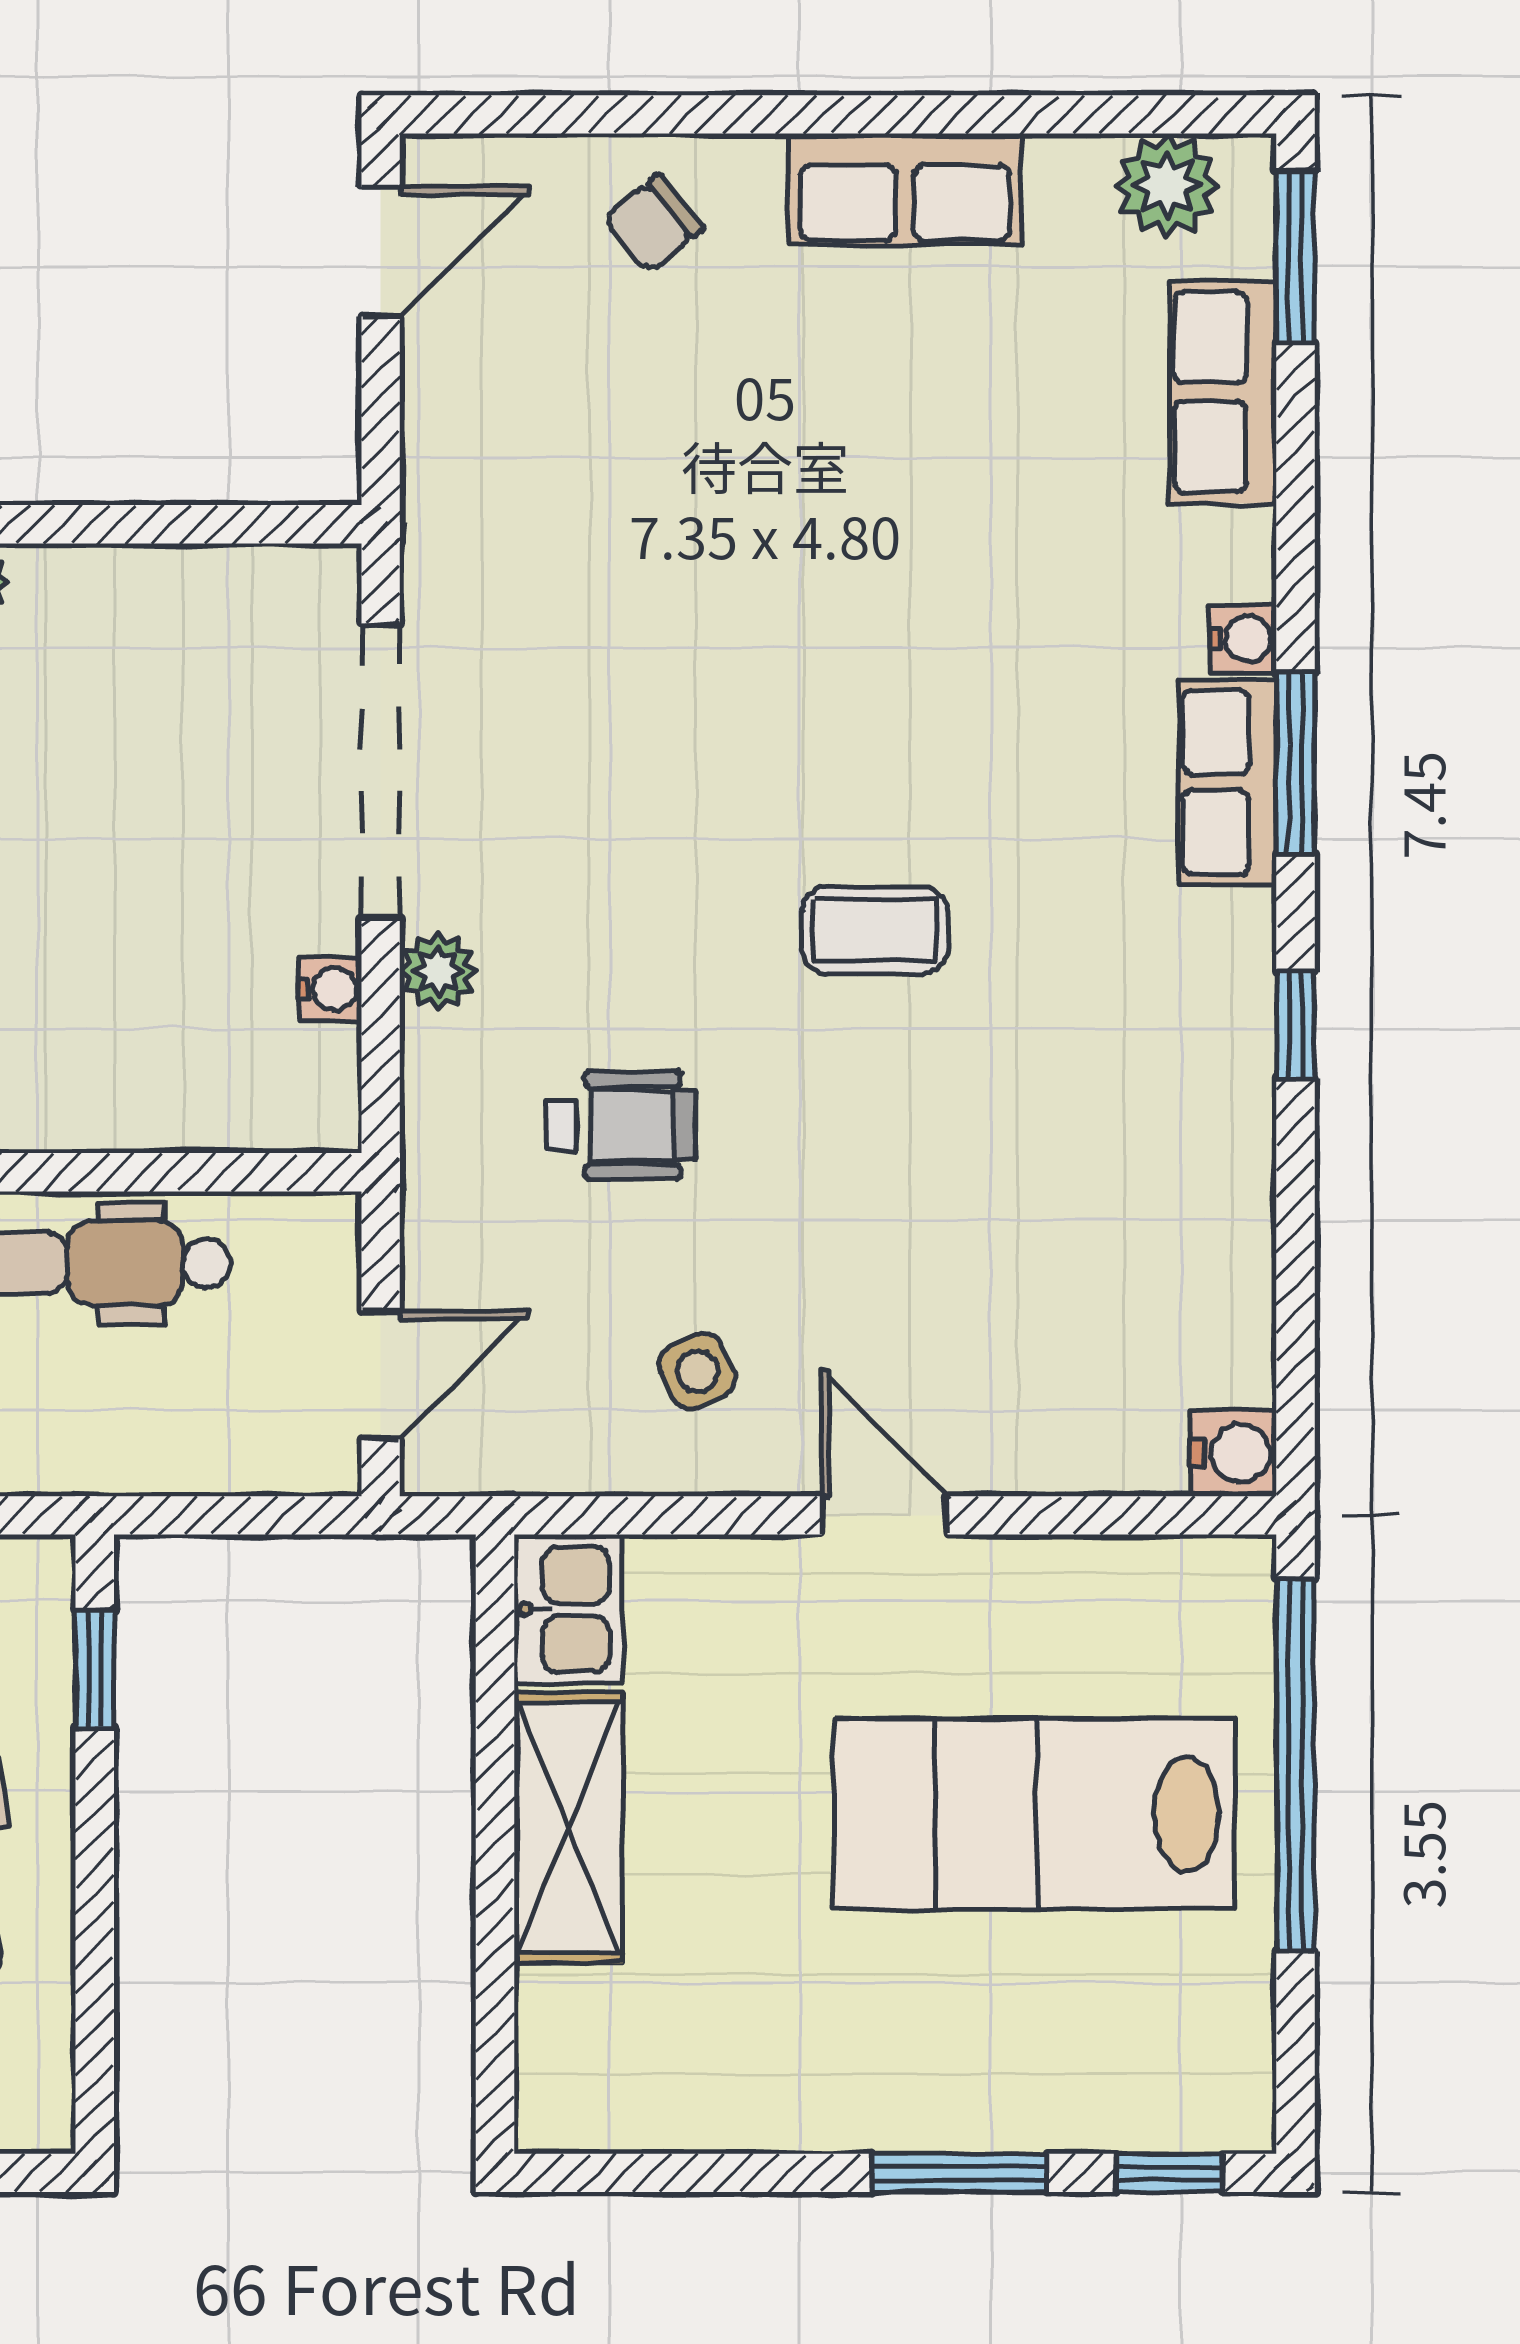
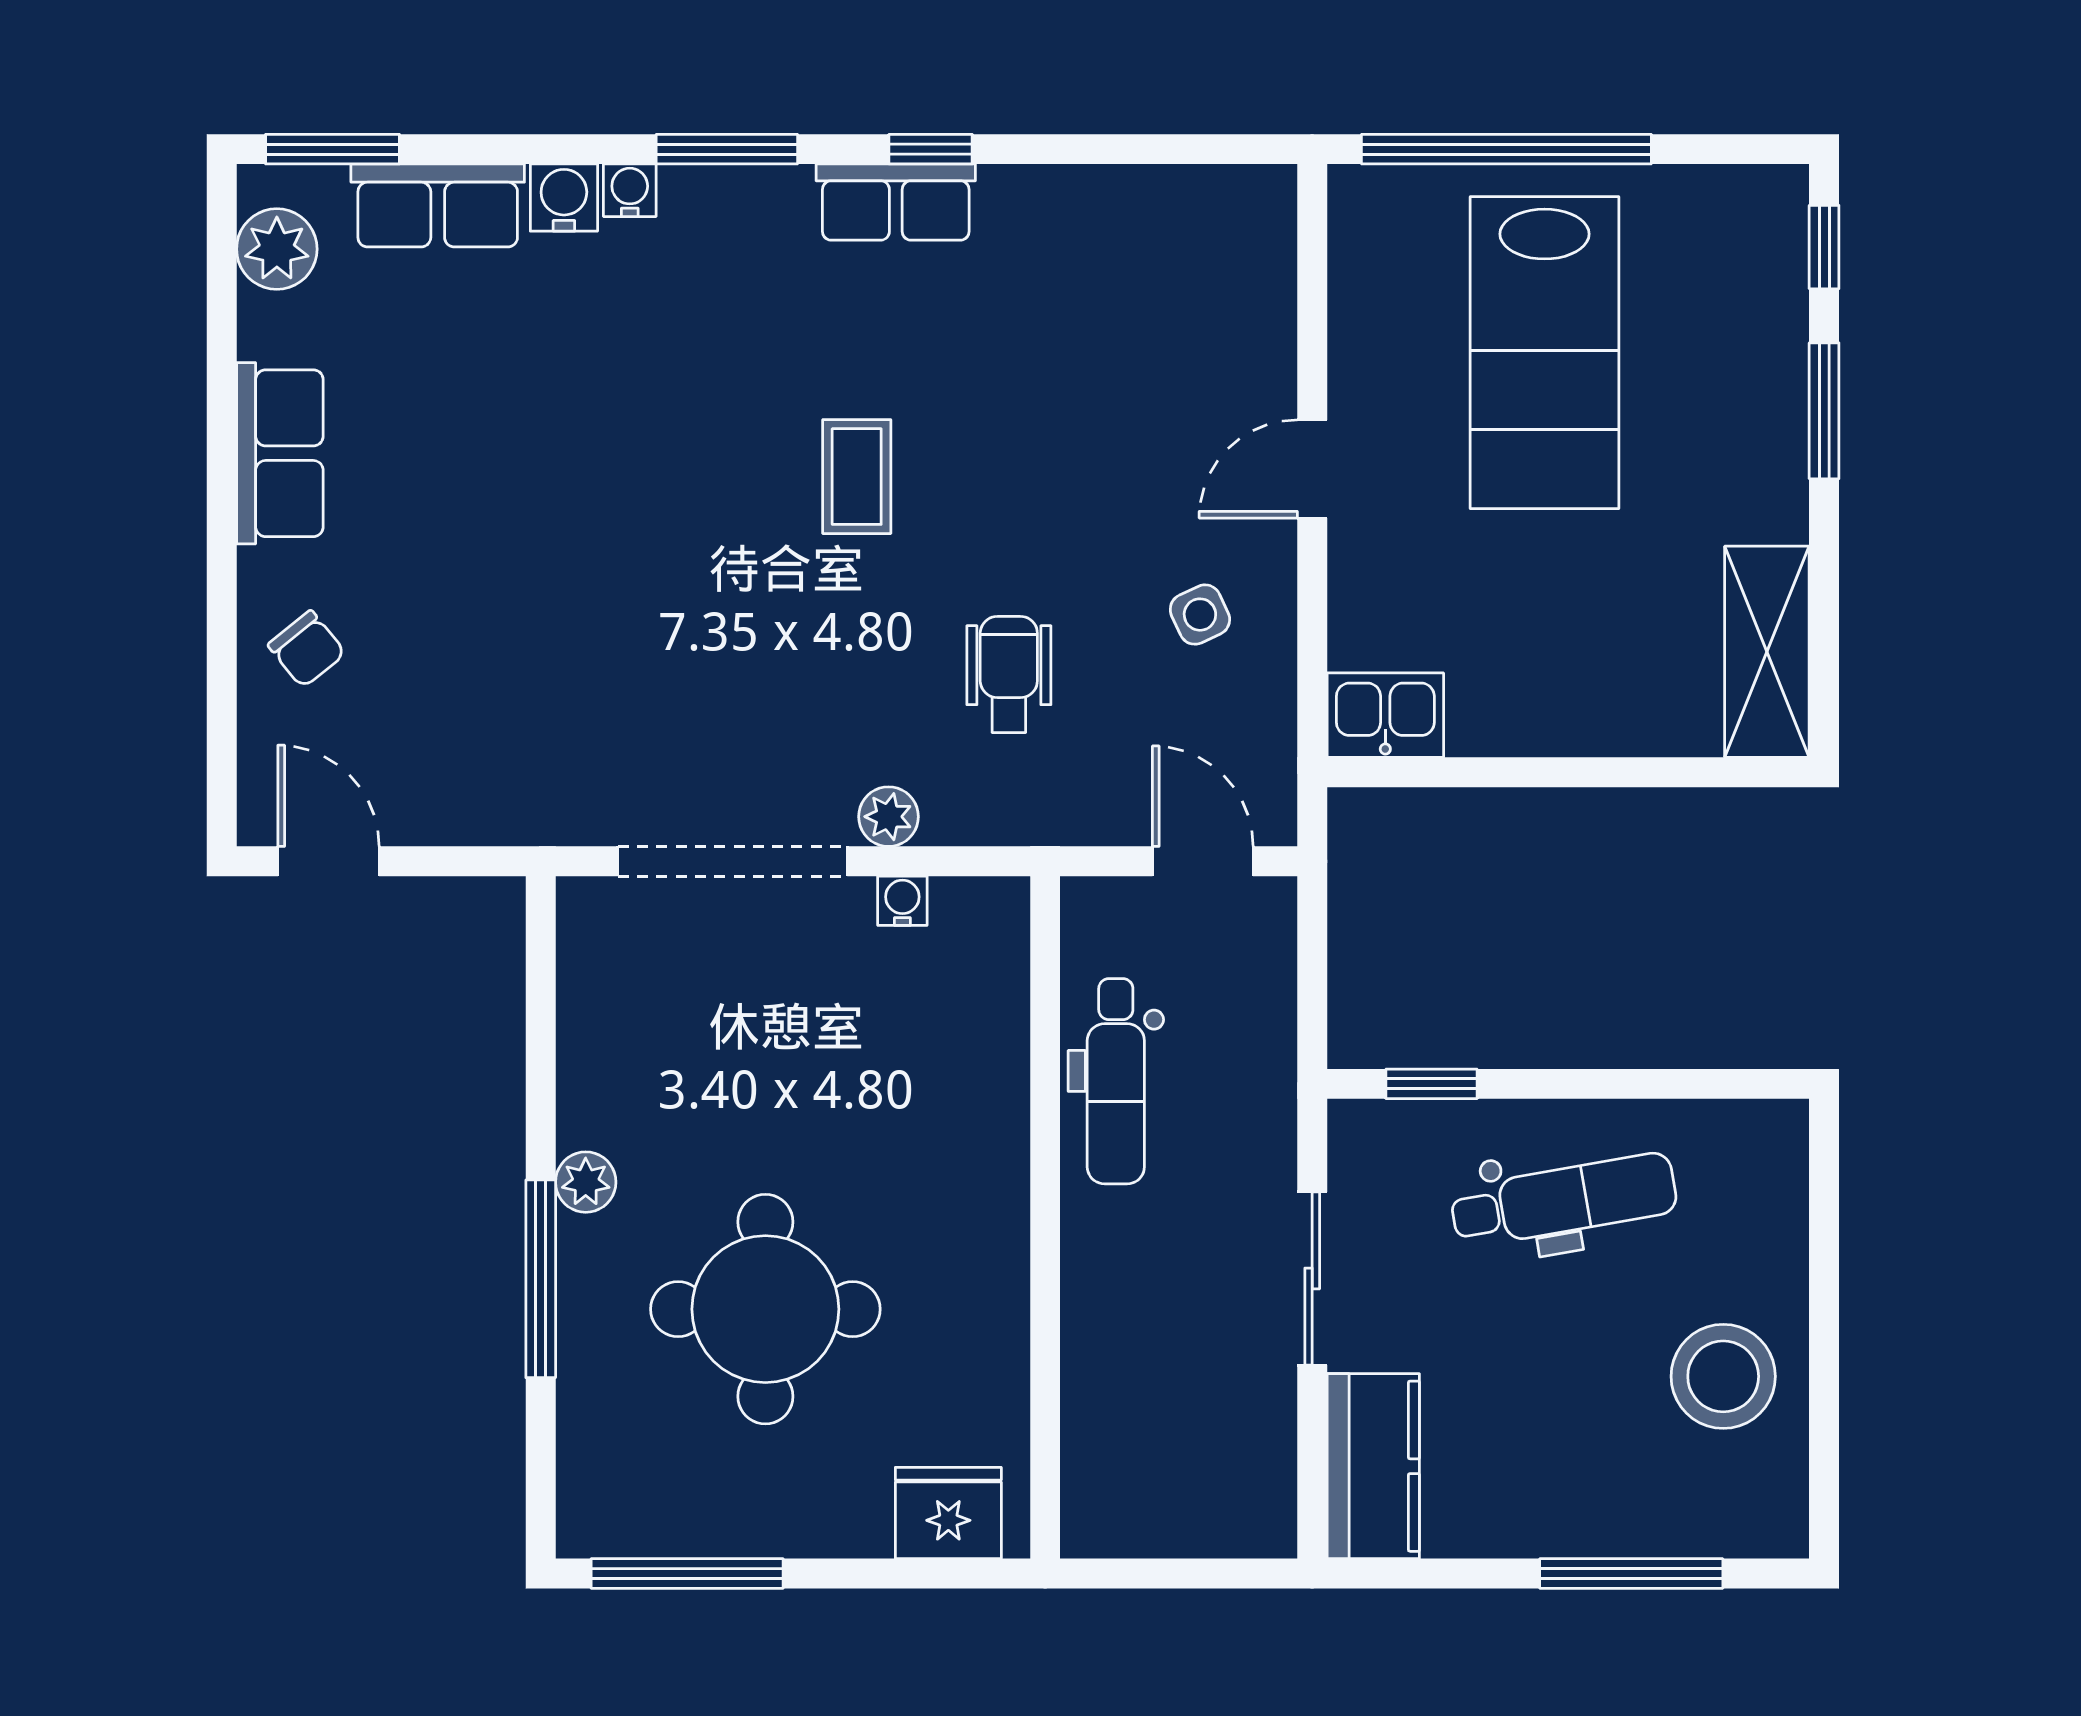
row of seats: (1227, 782) -> (896, 202), moved
water cooler: (1233, 1453) -> (564, 198), moved
shelving: (568, 1827) -> (1767, 652), moved, turned 90

